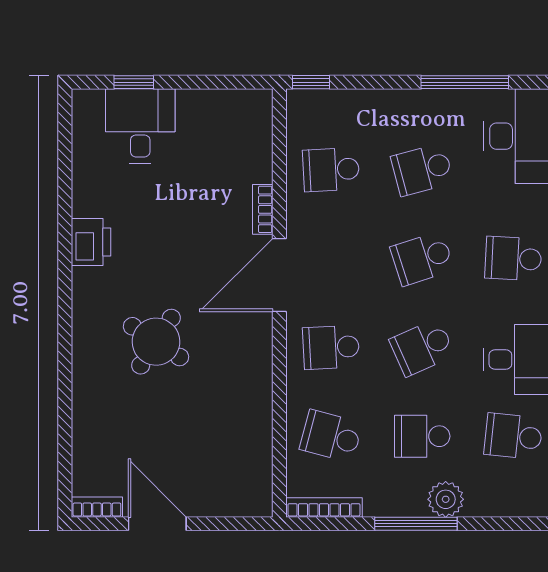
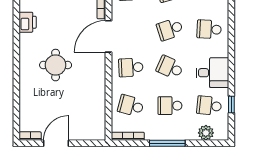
round table: (156, 342) -> (56, 65), turned -33
school desk: (422, 347) -> (170, 67), turned 48
plant: (446, 499) -> (206, 133), moved
door: (157, 524) -> (56, 143), hinge flipped

